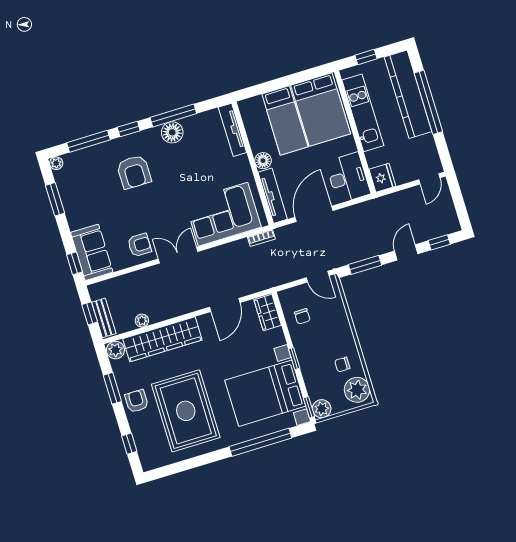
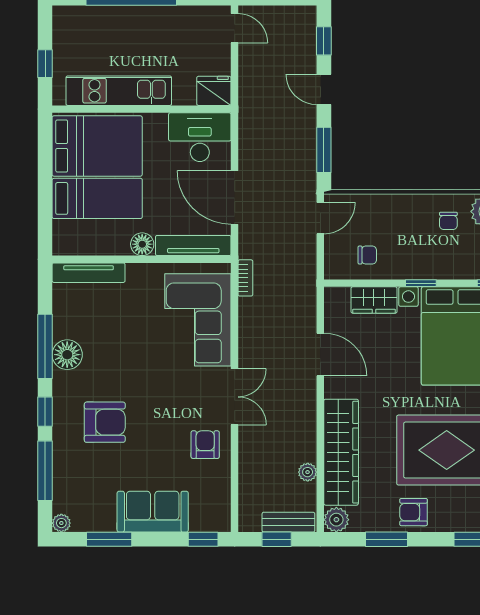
kitchen counter: (408, 94) -> (112, 22), removed
sofa: (92, 252) -> (153, 512), moved
double door: (178, 255) -> (235, 397), swing flipped
wardrobe: (268, 312) -> (374, 300), moved

